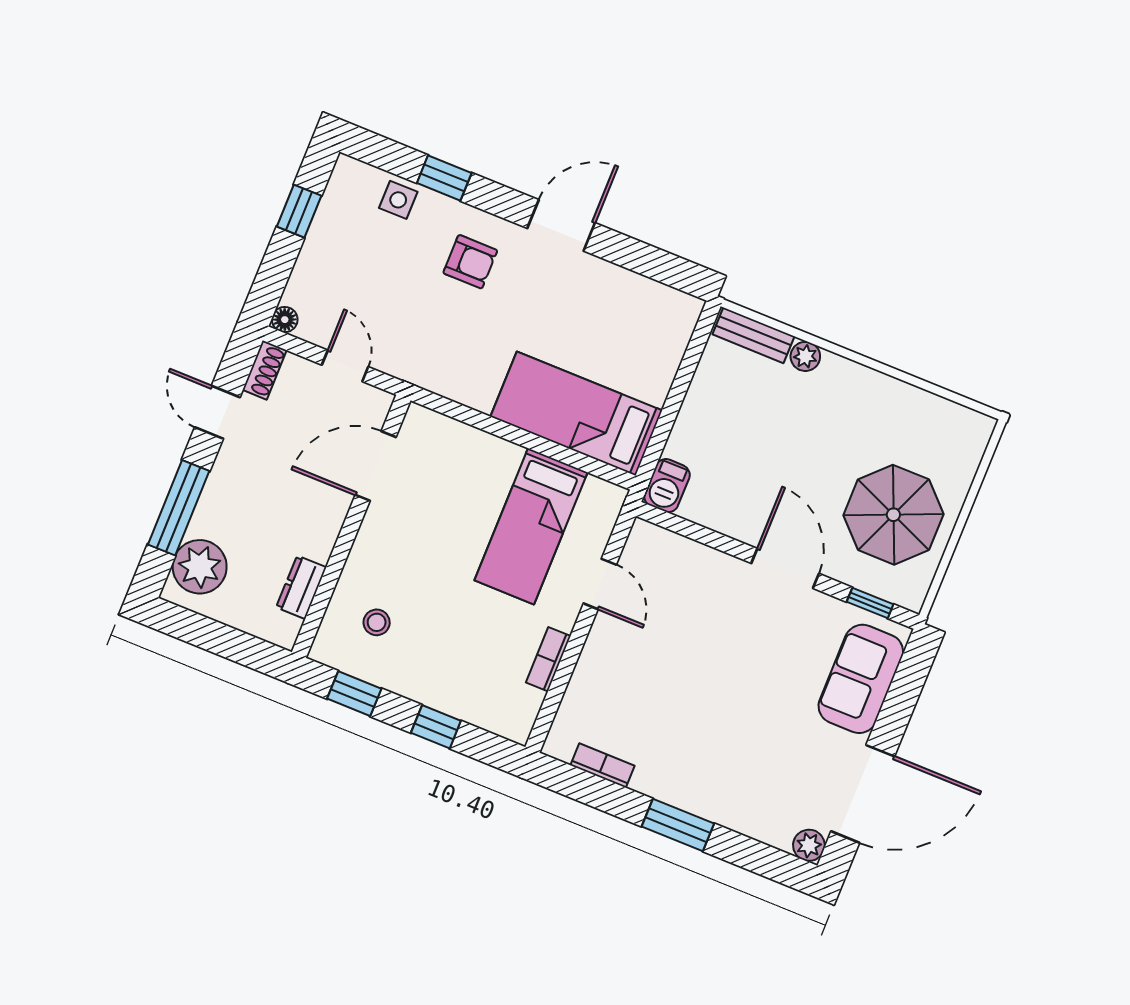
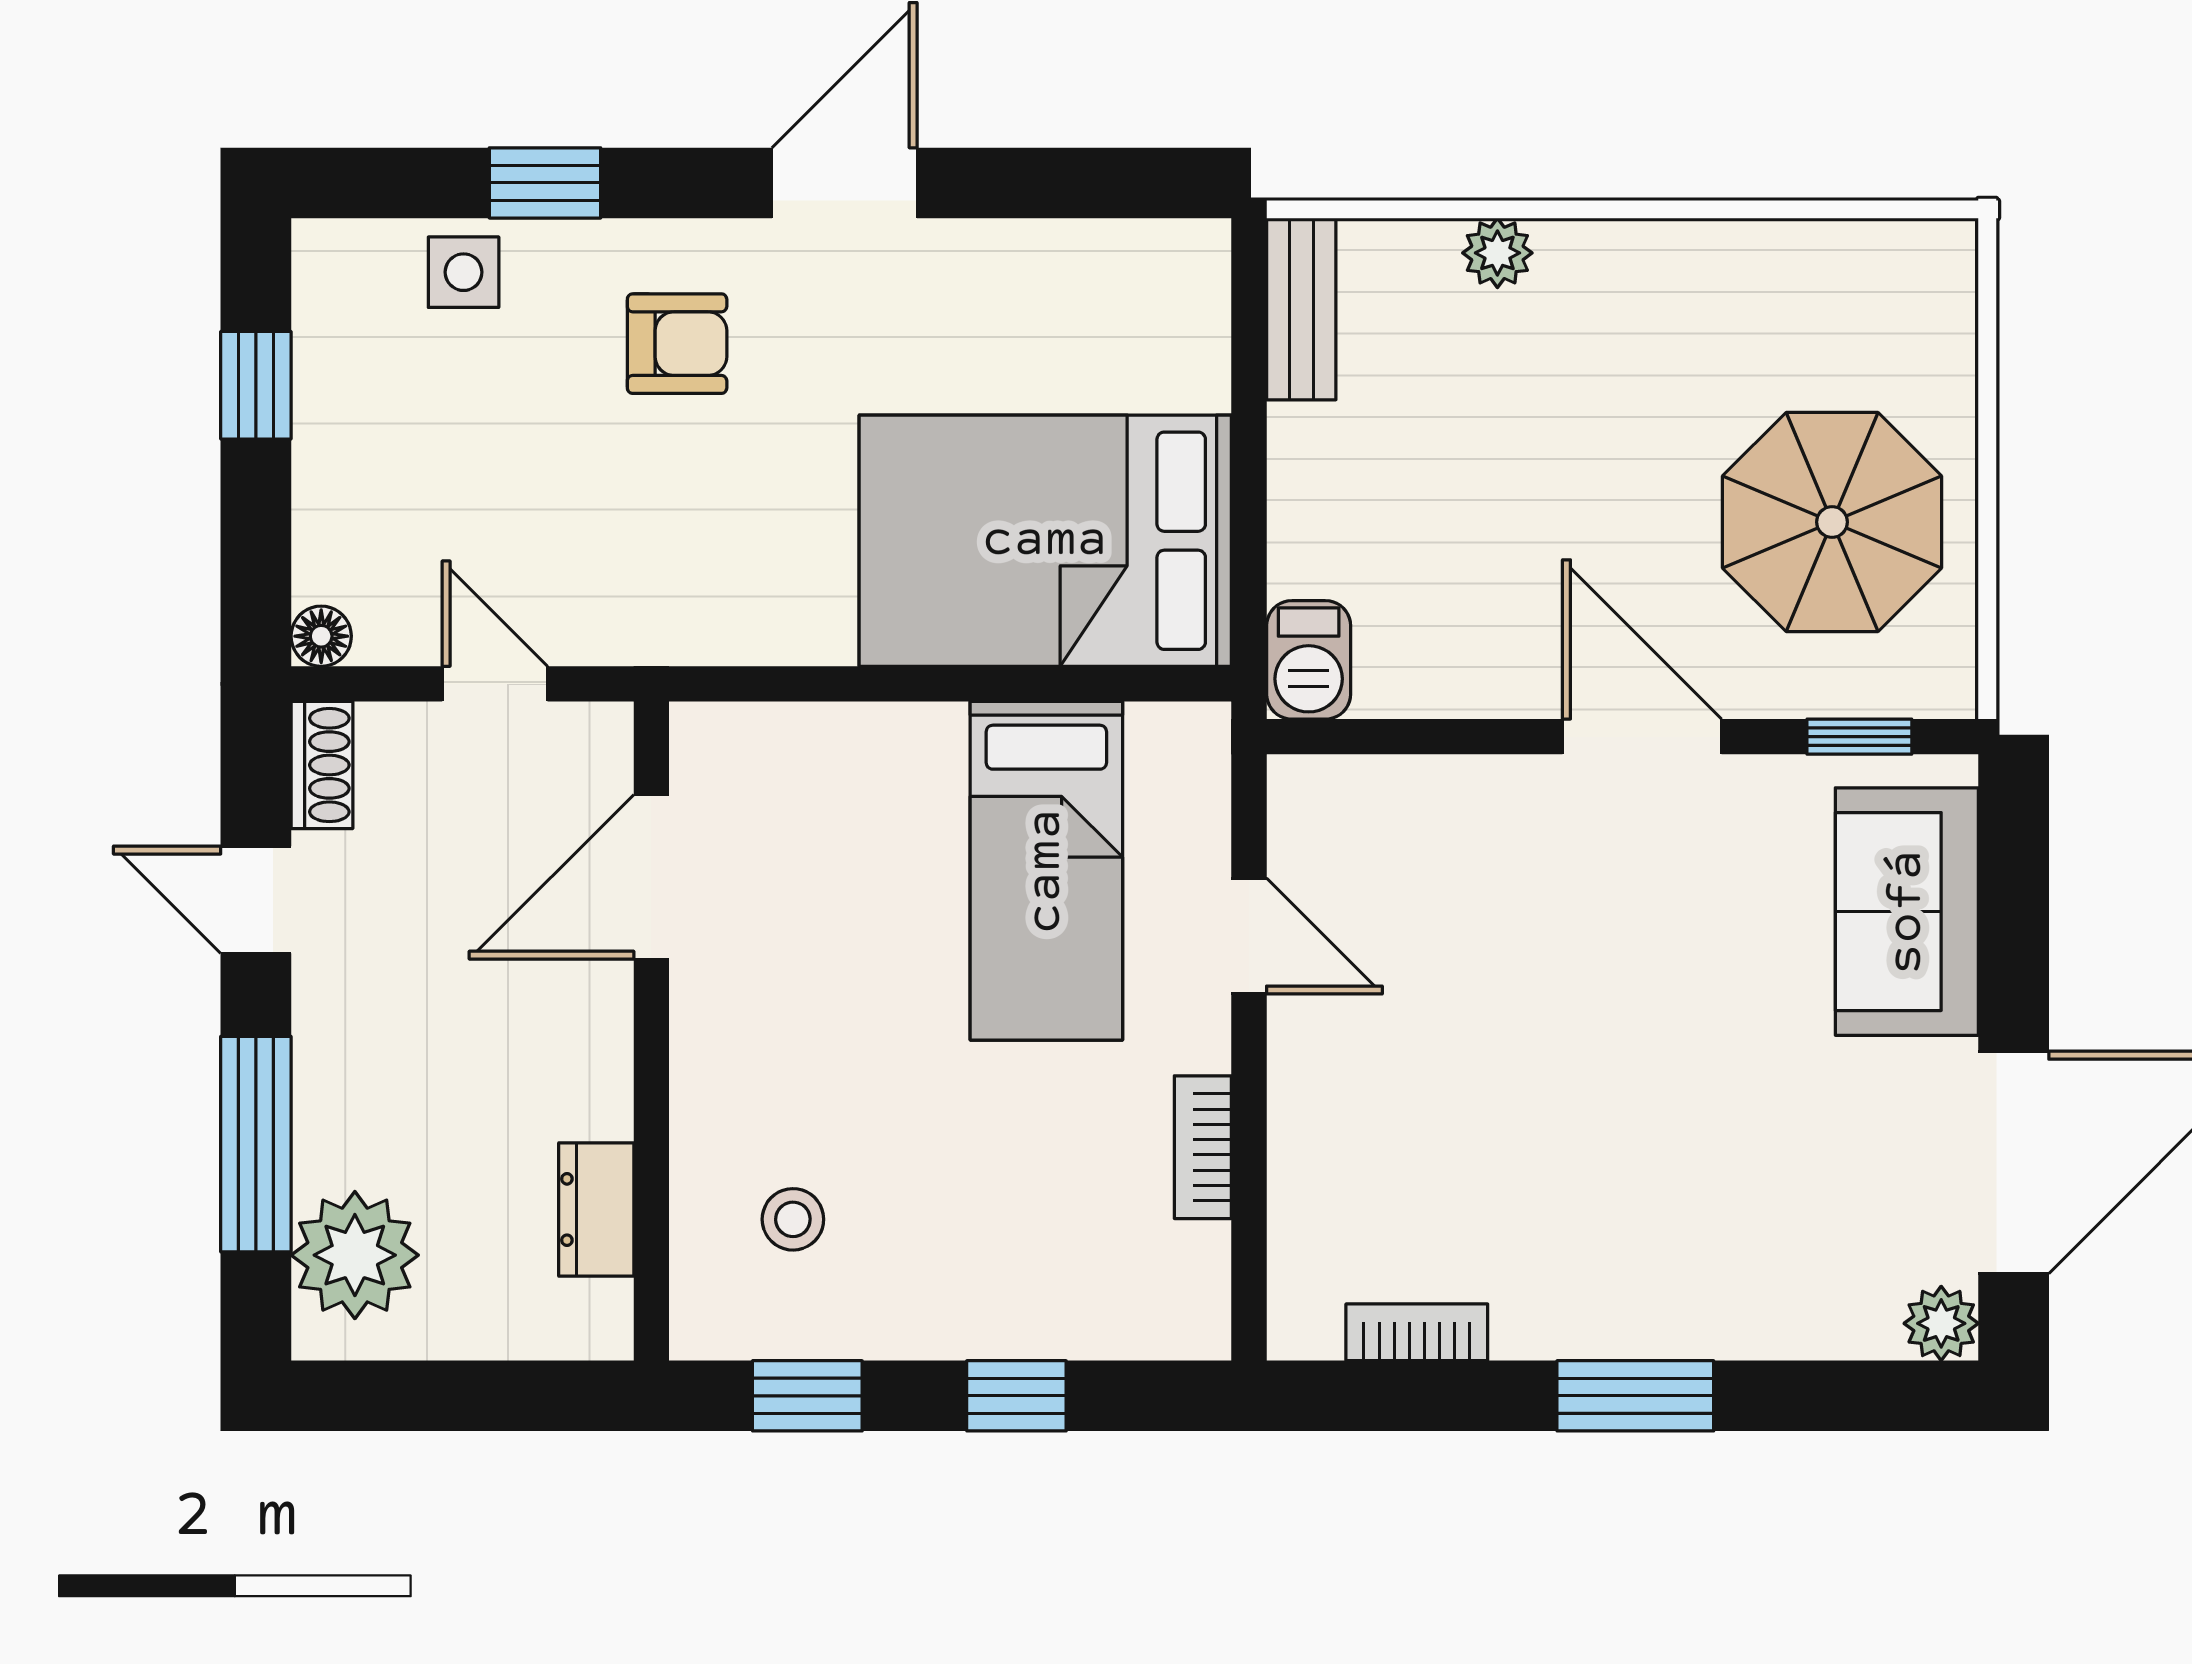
bench: (753, 335) -> (1301, 309), moved, turned 90
bed: (576, 414) -> (1045, 541), width x1.50

